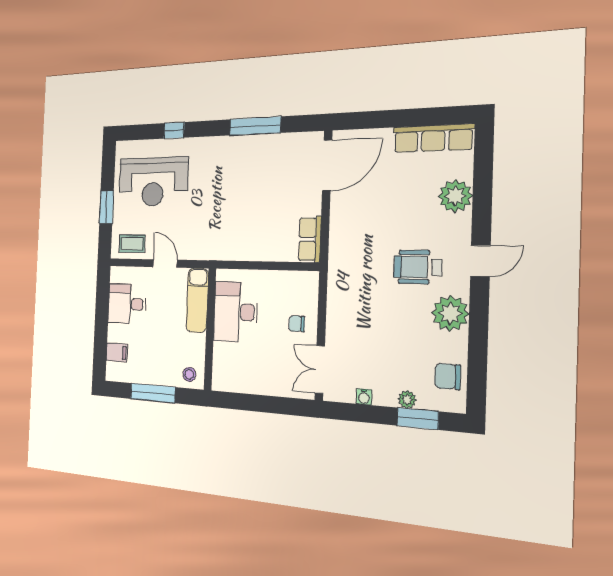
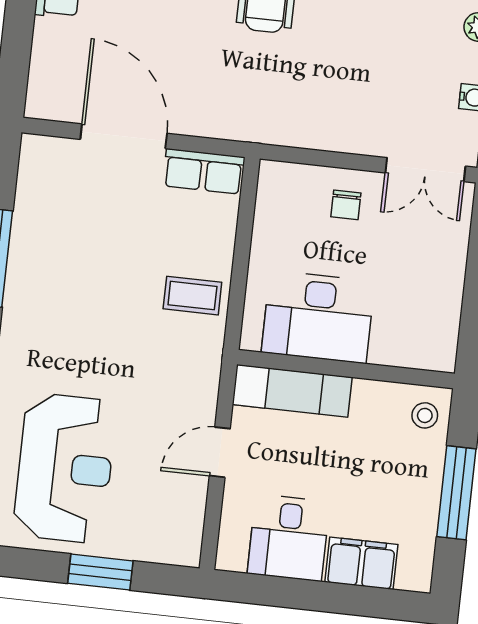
door: (327, 165) -> (124, 136), moved
coffee table: (132, 244) -> (192, 296), moved, turned 90
filing cabinet: (117, 352) -> (361, 563), width x2.00

